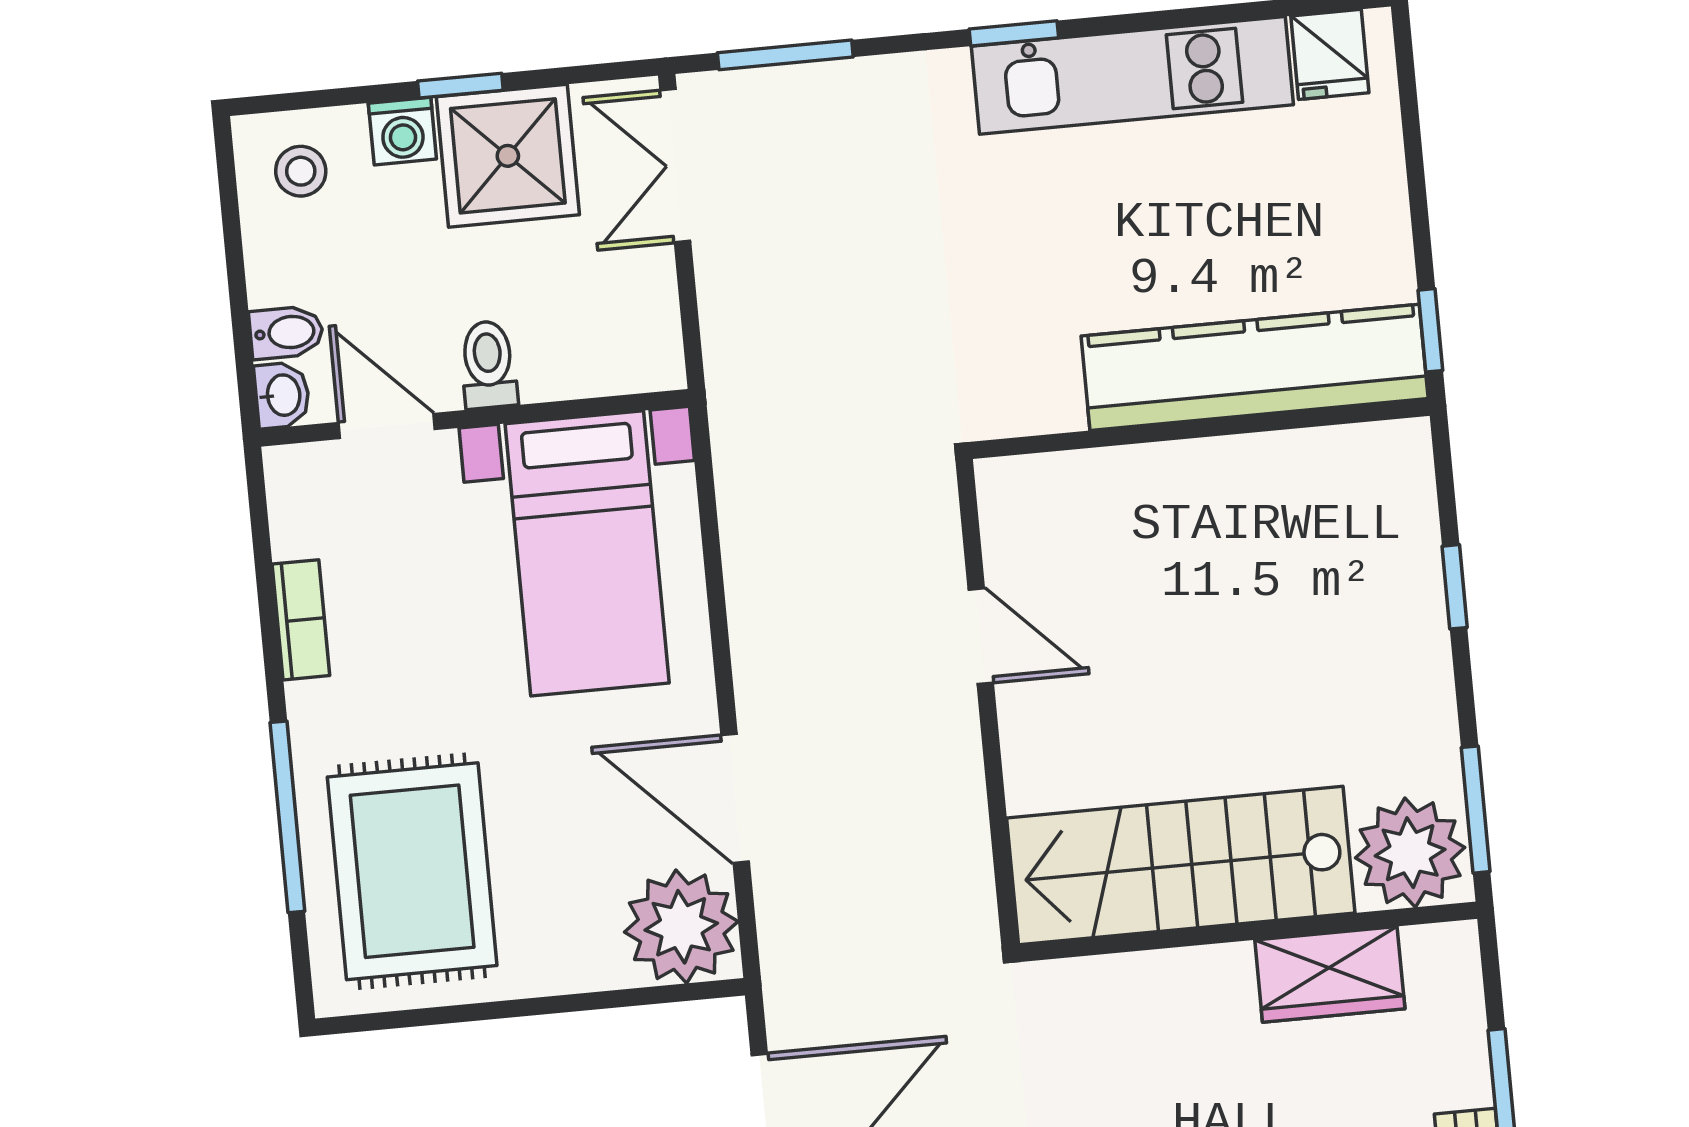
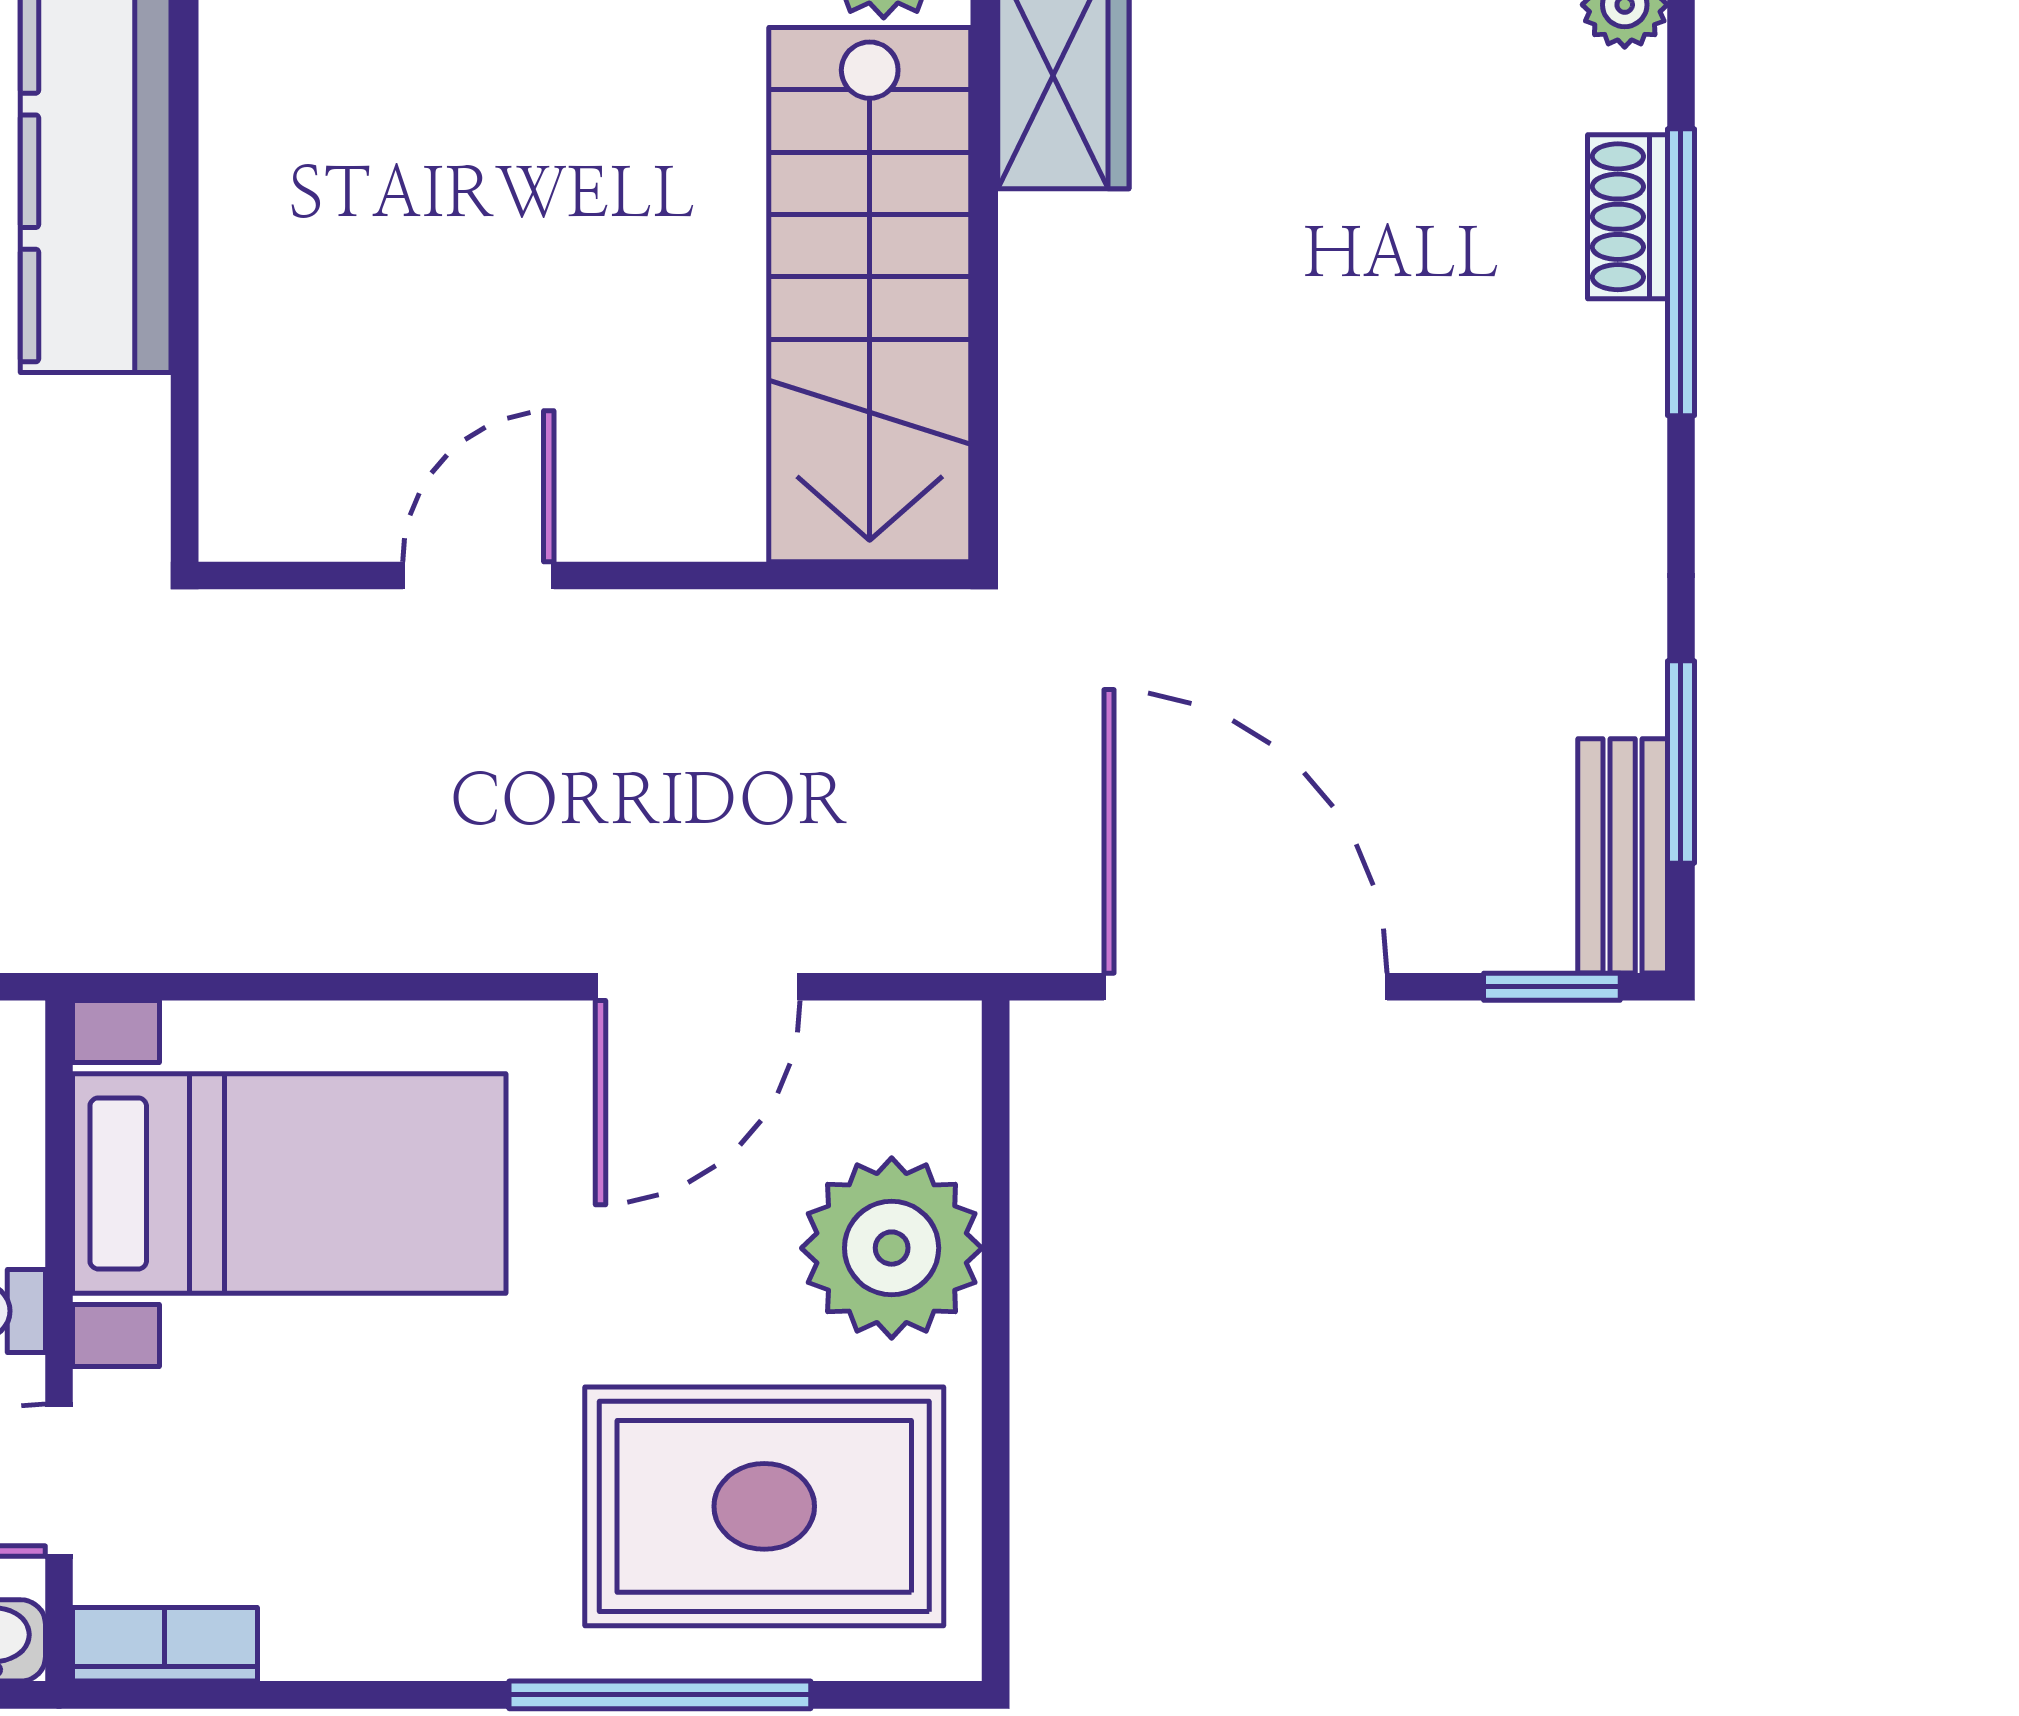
bookcase: (301, 620) -> (165, 1644), moved
plant: (681, 927) -> (892, 1248), moved

